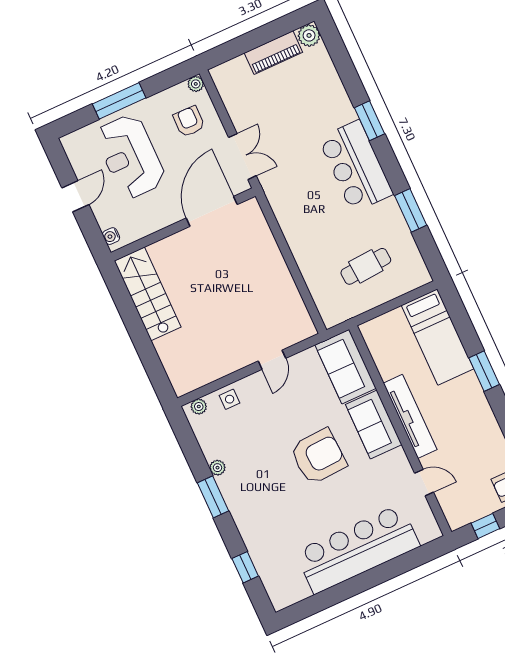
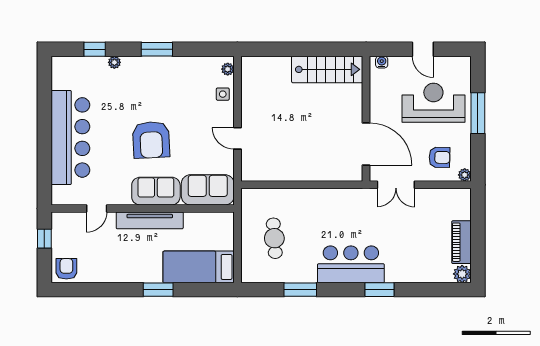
plant: (217, 468) -> (114, 62), moved

